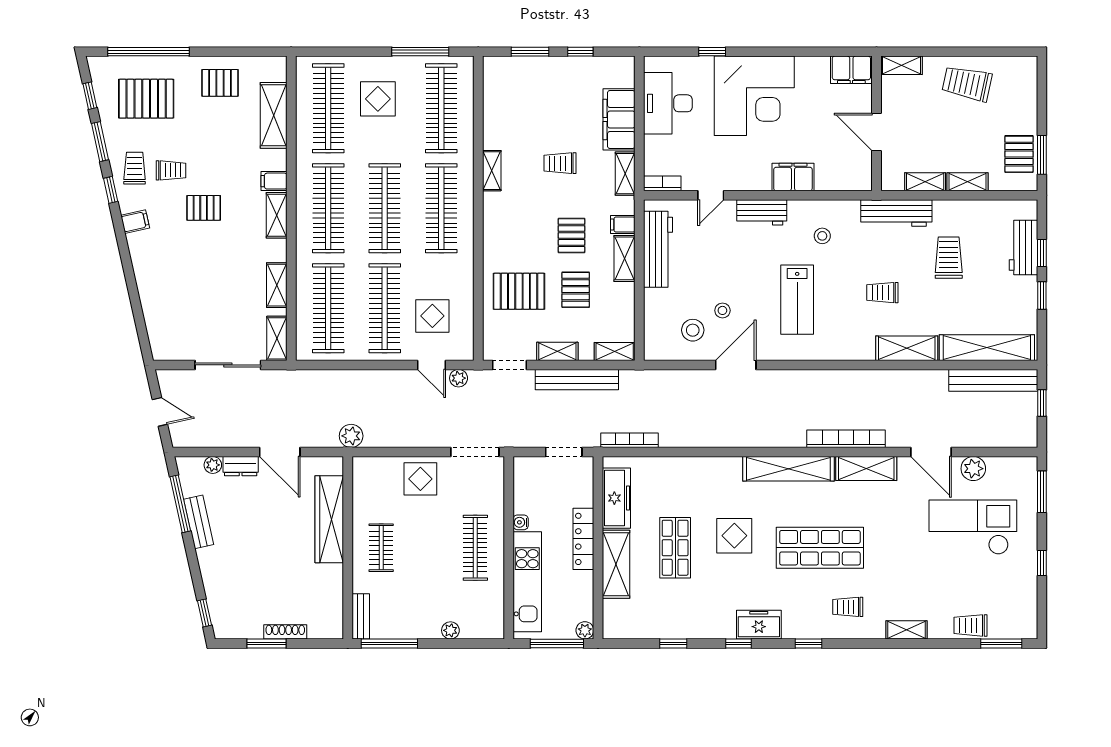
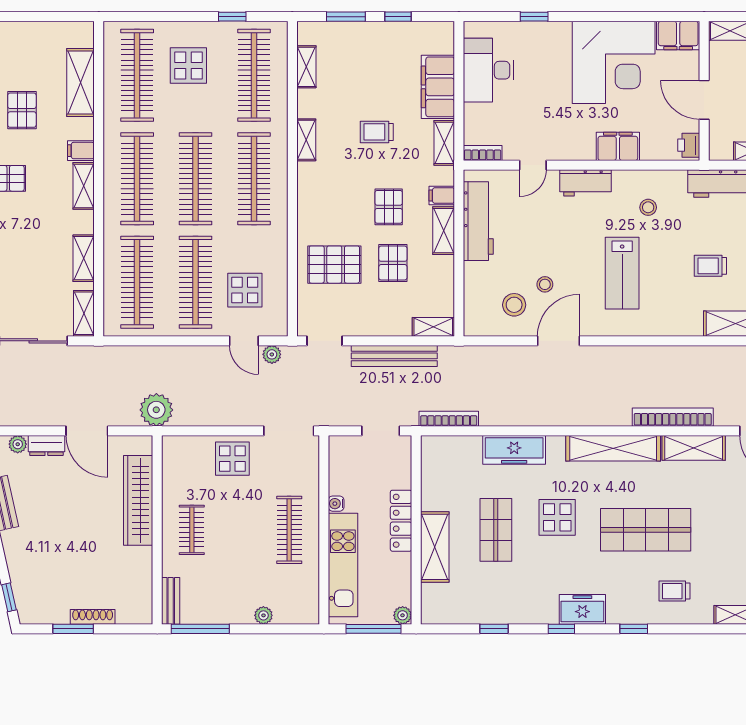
window: (420, 52) -> (232, 17), width x0.46
pallet: (220, 83) -> (22, 110), moved, turned 90
corner desk: (754, 96) -> (614, 62), moved
printer: (862, 176) -> (689, 145), added
shelving: (557, 351) -> (306, 67), moved, turned 90
plant: (351, 436) -> (156, 410), width x1.36, depth x1.36
freezer: (616, 498) -> (514, 450), moved, turned 90

